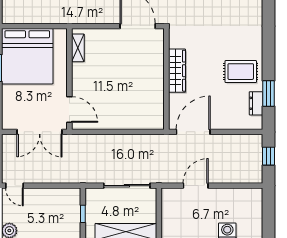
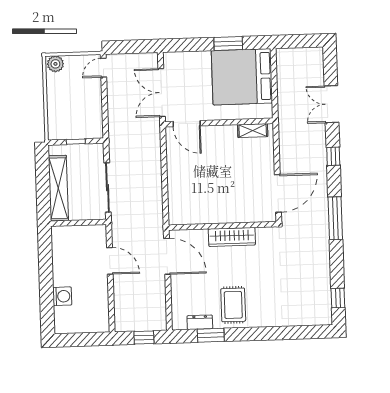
door: (69, 110) -> (187, 124), hinge flipped

